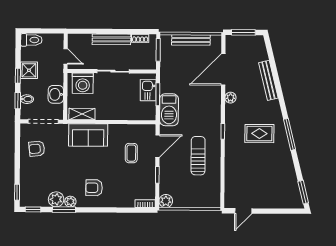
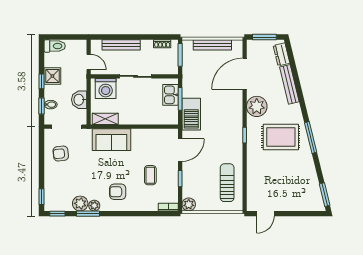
bench: (111, 39) -> (121, 45), moved
dresser: (261, 50) -> (281, 54), added
plant: (230, 98) -> (257, 106), width x1.87, depth x1.87
rug: (259, 134) -> (281, 137), width x1.36, depth x1.43
coffee table: (131, 153) -> (150, 175), moved
sun lounger: (198, 156) -> (227, 183), moved

